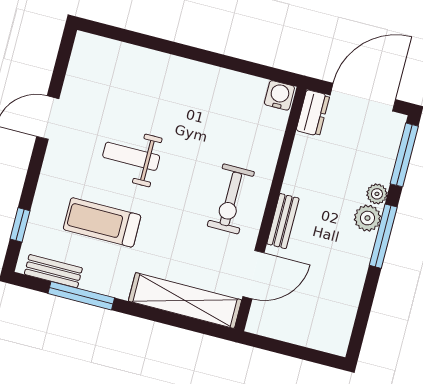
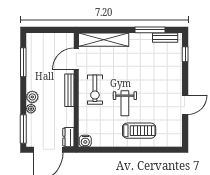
weight bench: (131, 156) -> (125, 103), moved, turned 90
exercise bike: (231, 199) -> (95, 90), turned 180
bench: (283, 221) -> (69, 90), width x1.36
treadmill: (102, 222) -> (139, 131), moved
window: (383, 236) -> (23, 62), moved

